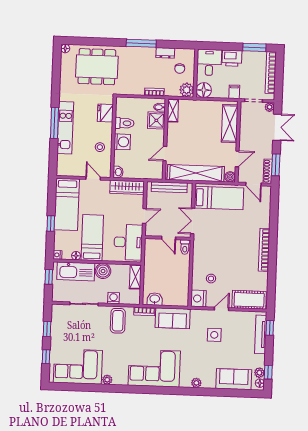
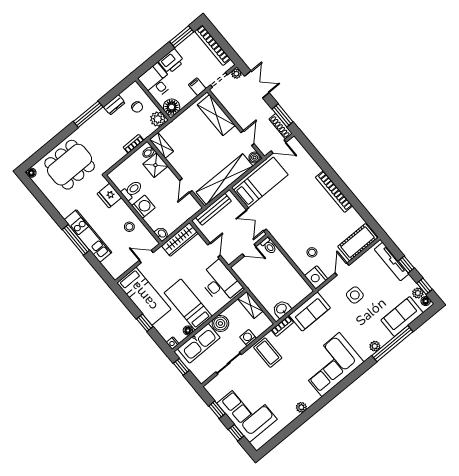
window: (270, 328) -> (406, 264), moved
corner sofa: (78, 367) -> (247, 411), moved, turned 90
window: (210, 392) -> (392, 344), added

